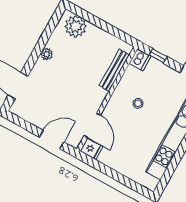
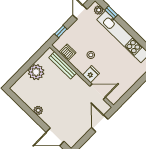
plant: (76, 26) -> (36, 72), moved
dishwasher: (140, 60) -> (68, 52), moved
fridge: (91, 149) -> (91, 74), moved

